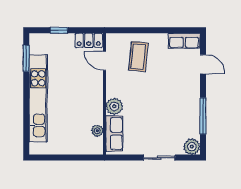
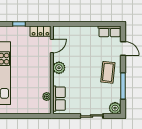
coffee table: (138, 57) -> (108, 72), moved
door: (104, 61) -> (52, 46), swing flipped
plant: (114, 106) -> (59, 68), moved

